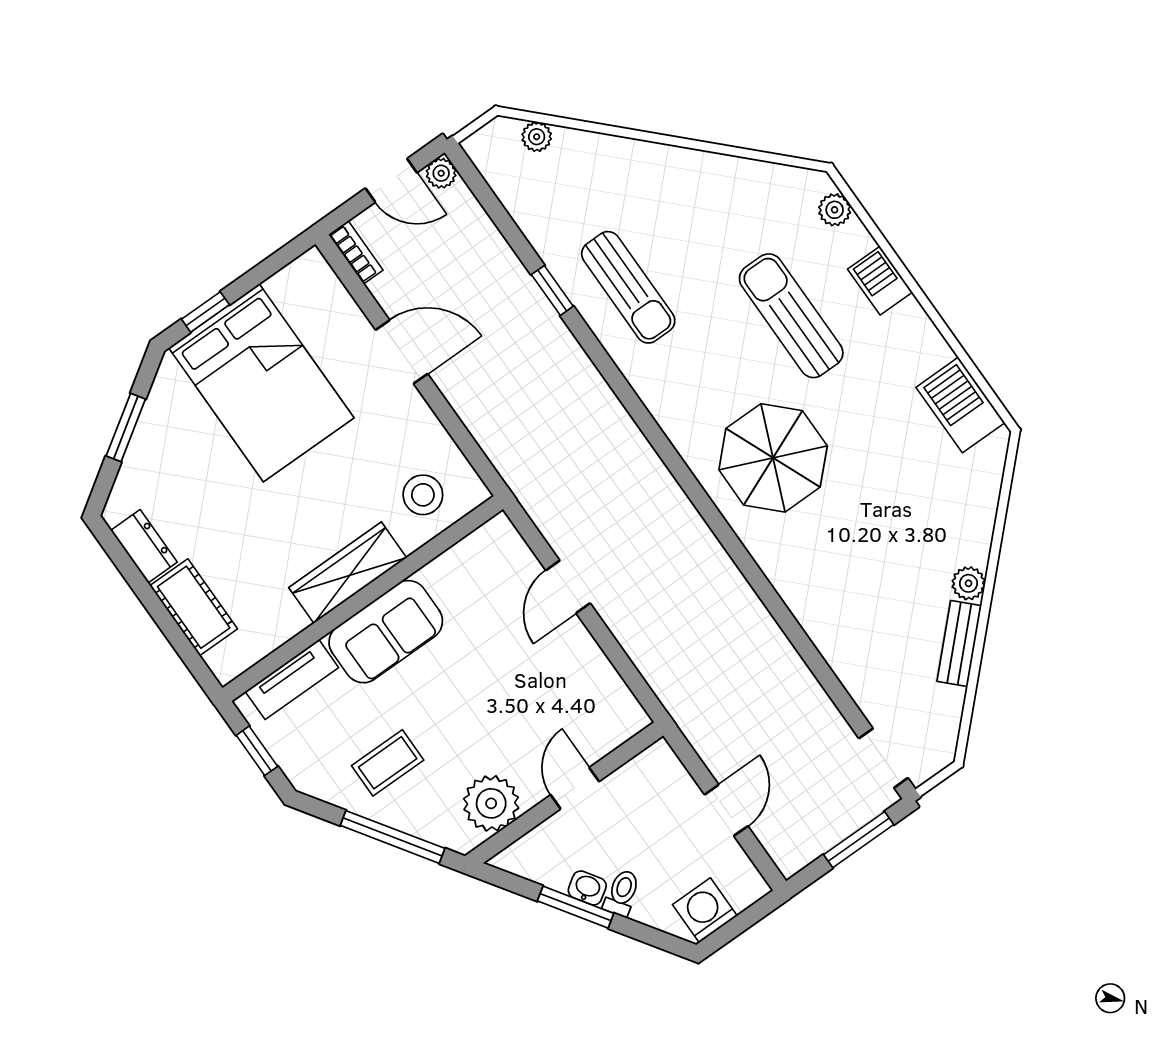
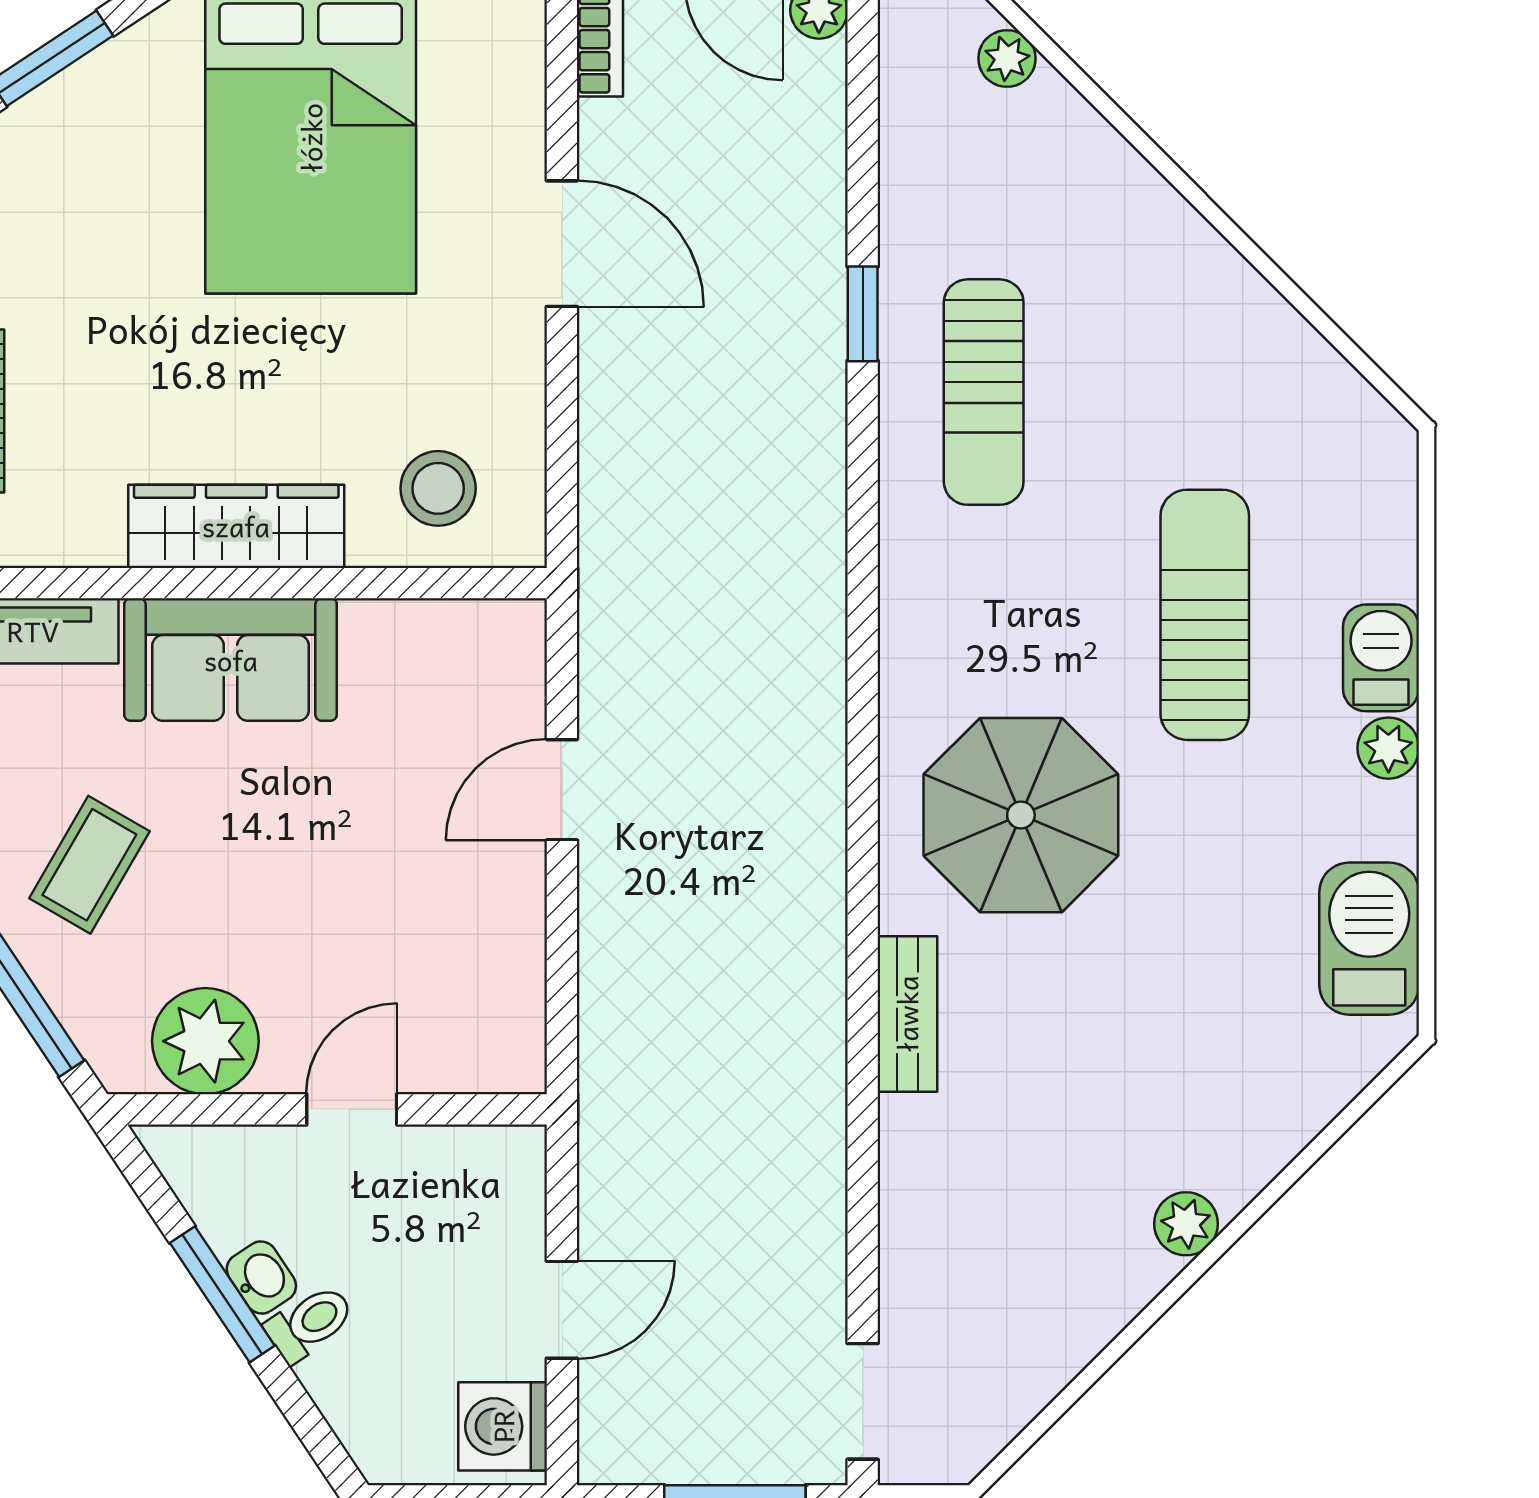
plant: (835, 210) -> (1388, 748), moved
bench: (959, 644) -> (907, 1014), moved, turned -45
coffee table: (388, 763) -> (89, 865), turned -60
washing machine: (705, 910) -> (503, 1426), moved, turned -90

